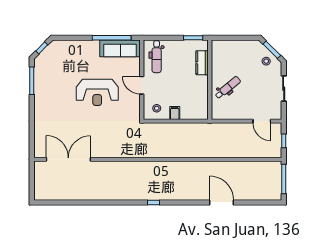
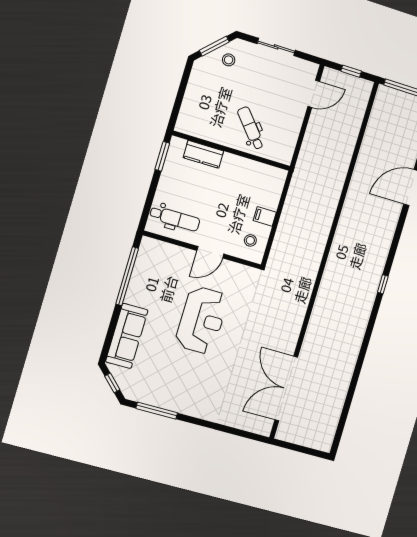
sofa: (120, 48) -> (127, 336), moved

